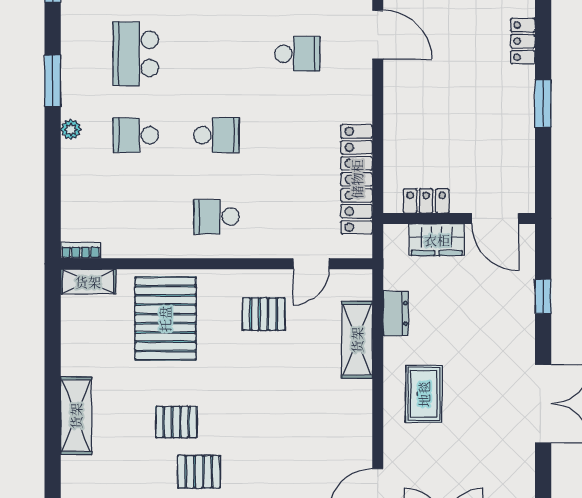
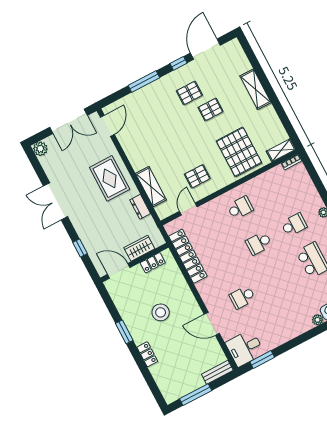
stool: (459, 104) -> (161, 312), added
rug: (424, 394) -> (110, 178), width x1.36, depth x1.43

